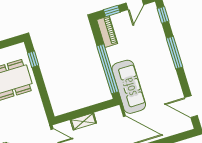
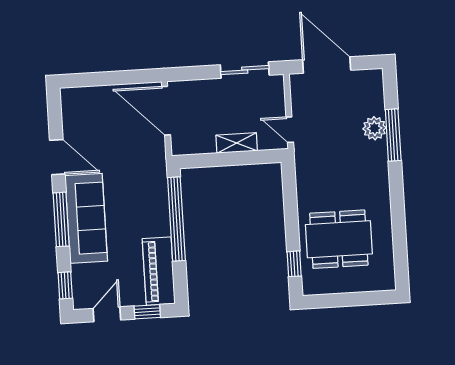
piano: (107, 32) -> (159, 271), width x1.37, depth x1.33
sofa: (129, 87) -> (86, 218), moved, turned 180
door: (191, 107) -> (57, 157), moved

